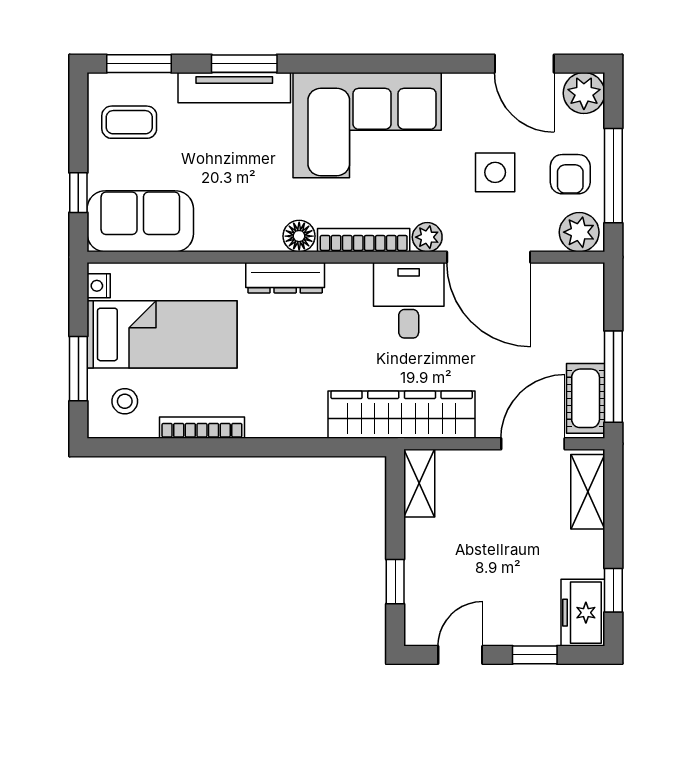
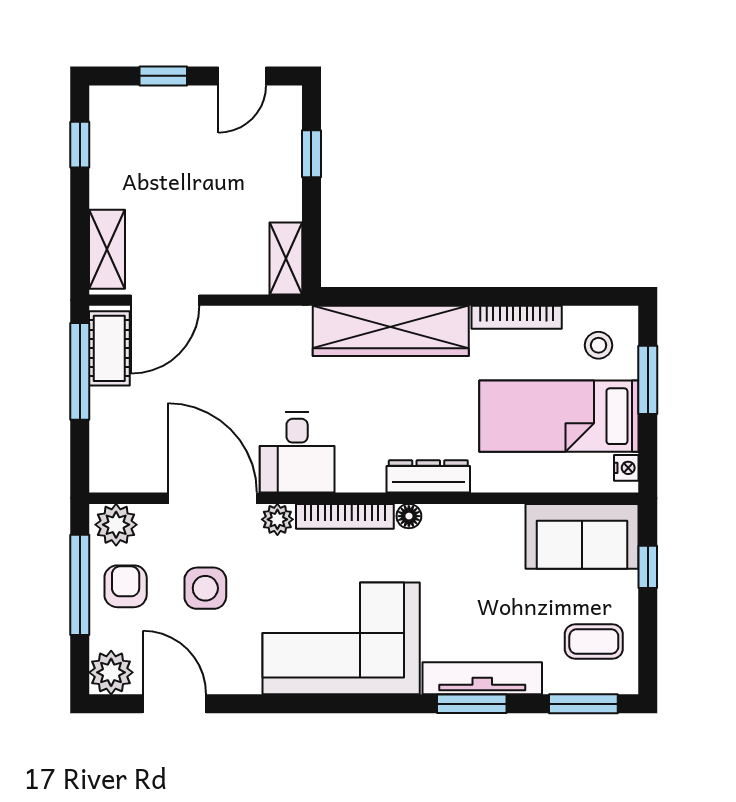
floor lamp: (299, 236) -> (409, 516), width x0.73, depth x0.73
wardrobe: (402, 415) -> (391, 331), moved
freezer: (583, 613) -> (112, 121), removed

